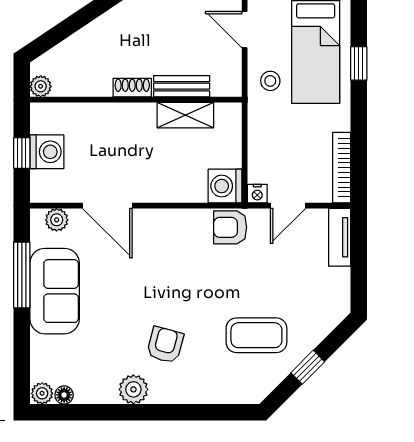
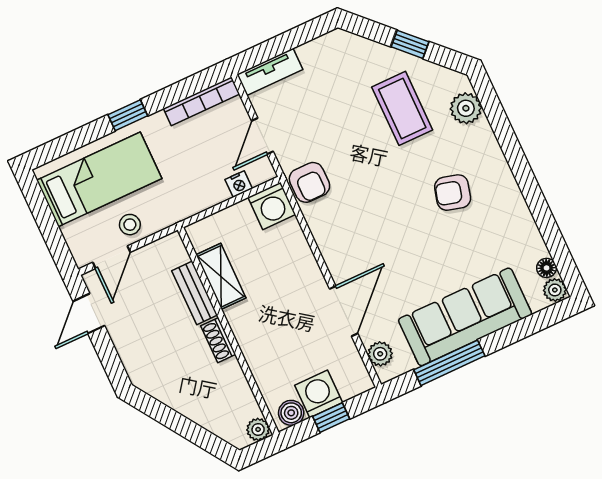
window: (359, 63) -> (128, 115), moved
stool: (270, 81) -> (130, 225), moved
boiler: (42, 121) -> (291, 413), added
nightstand: (257, 194) -> (239, 184), moved, turned 90
door: (288, 206) -> (262, 136), swing flipped
sofa: (55, 291) -> (465, 317), width x1.36
plant: (133, 389) -> (466, 108), moved

